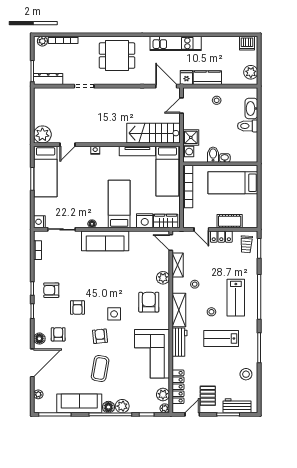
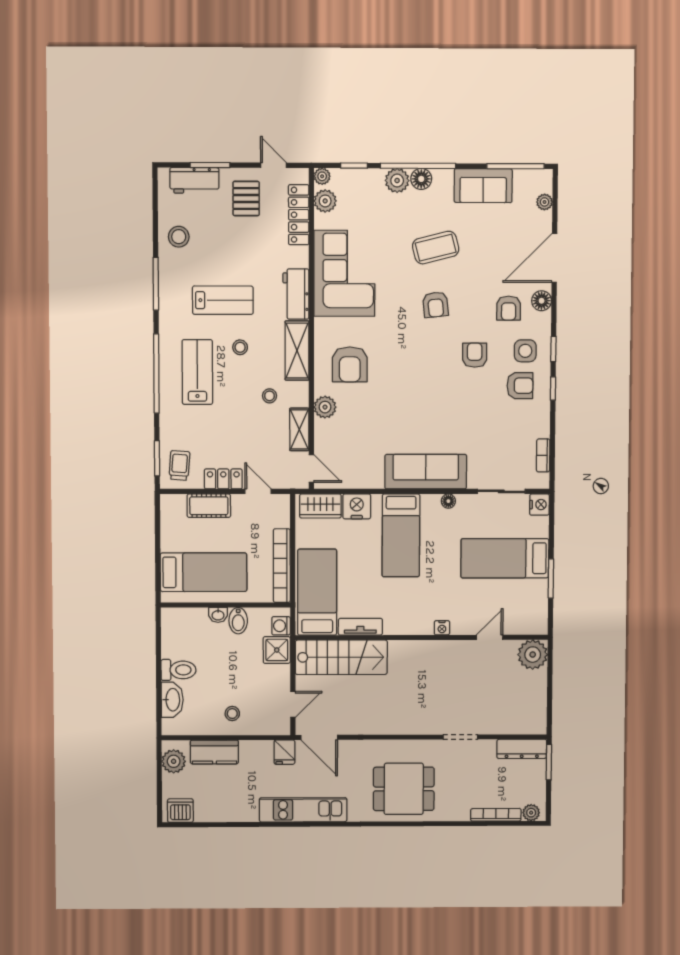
kitchen counter: (207, 78) -> (214, 752), moved
tv unit: (137, 151) -> (360, 627), width x0.71
bed: (46, 171) -> (505, 558), moved, turned -90
side table: (114, 314) -> (525, 351), moved
coffee table: (100, 369) -> (436, 248), turned 66
sofa: (79, 403) -> (483, 186), width x0.73
door: (192, 414) -> (273, 165), swing flipped

